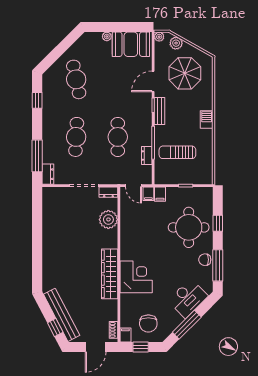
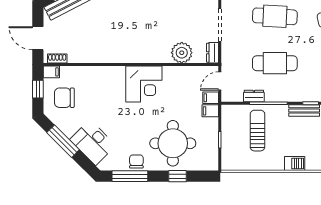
wardrobe: (110, 274) -> (120, 54), removed
corner desk: (136, 277) -> (144, 84), moved

